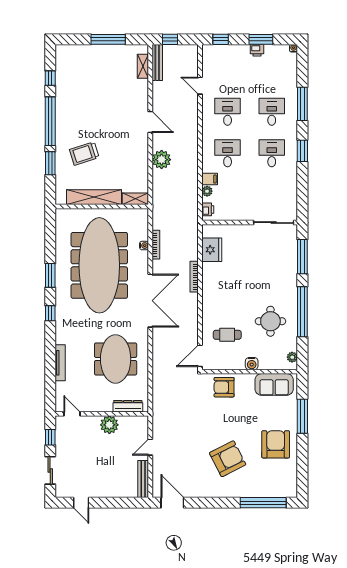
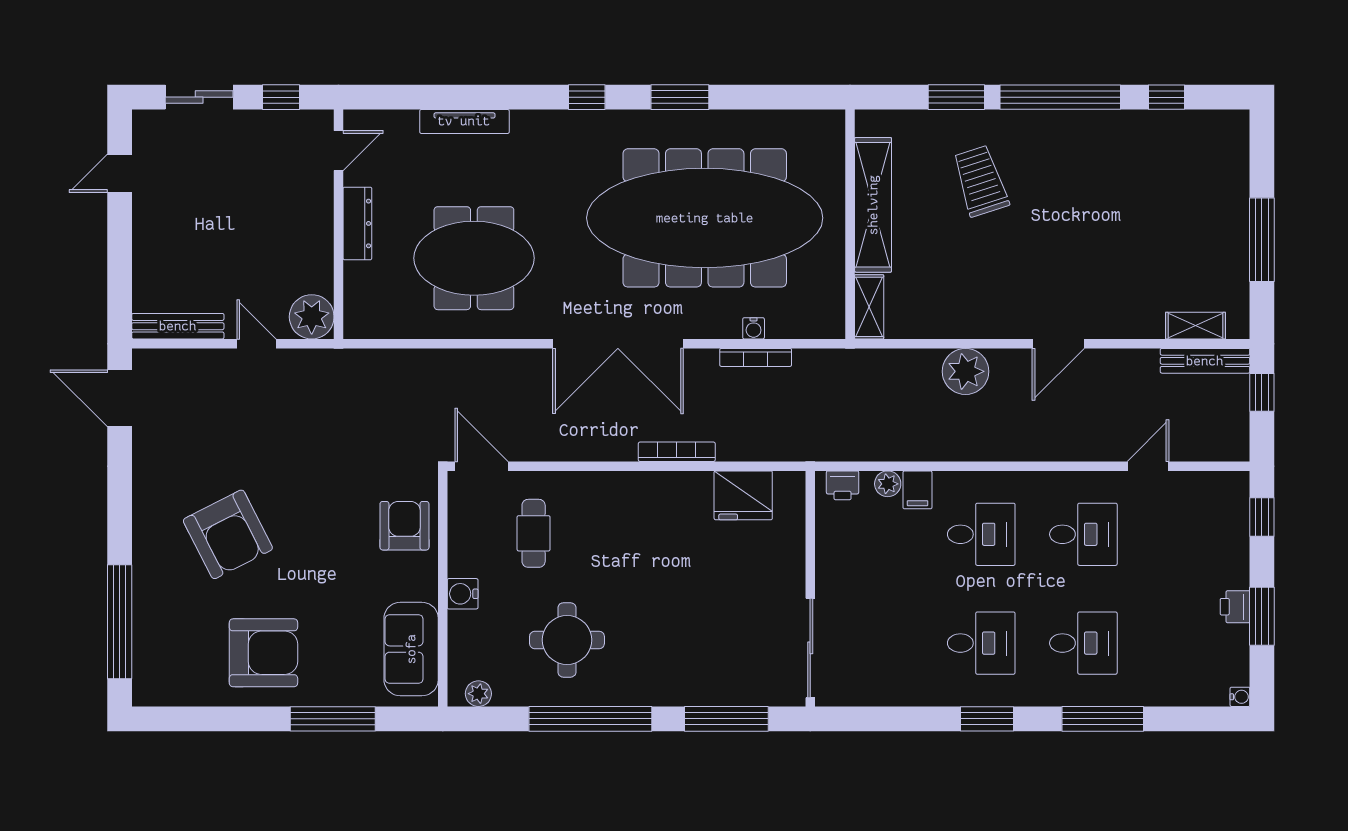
dresser: (128, 406) -> (357, 223), moved
plant: (109, 425) -> (312, 317), moved
door: (172, 503) -> (120, 398), swing flipped

